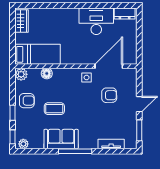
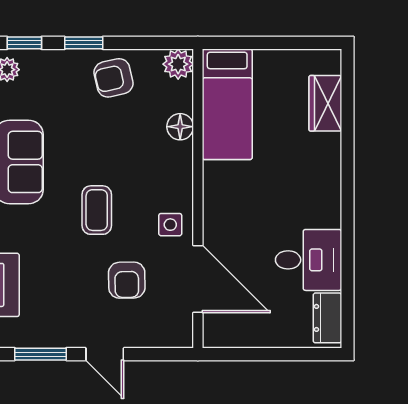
wardrobe: (22, 21) -> (325, 103), moved, turned 90
desk: (96, 21) -> (309, 260), width x0.73
armchair: (27, 101) -> (113, 78), turned 77
coffee table: (54, 109) -> (97, 210), moved

